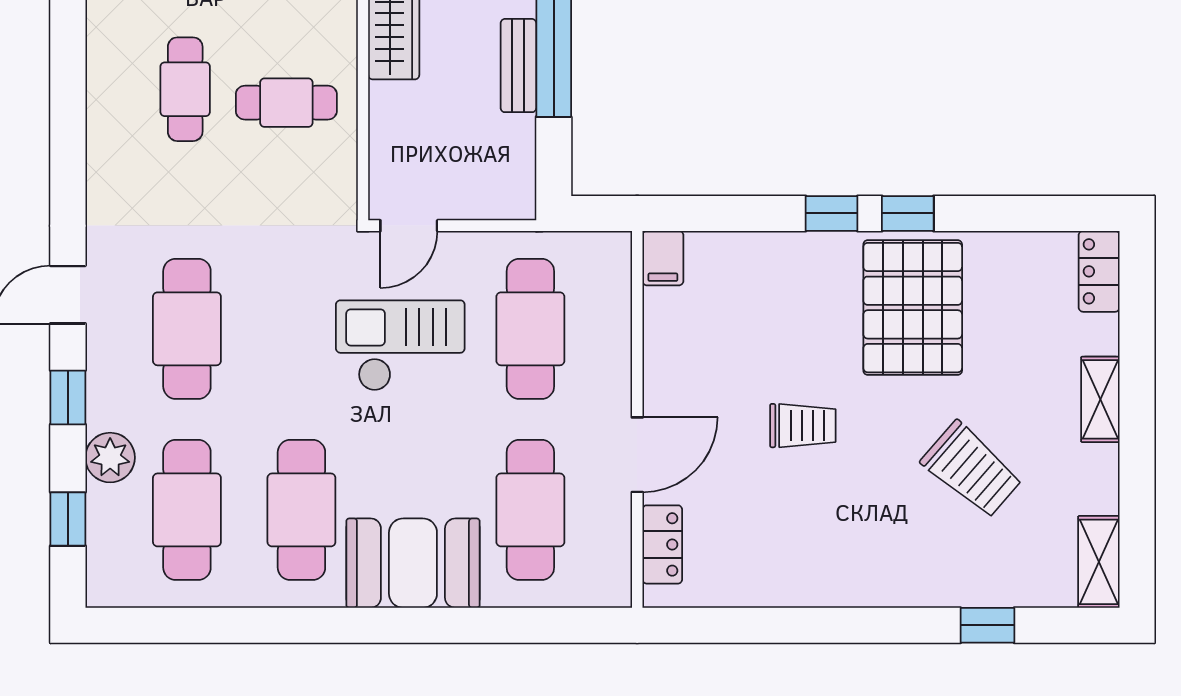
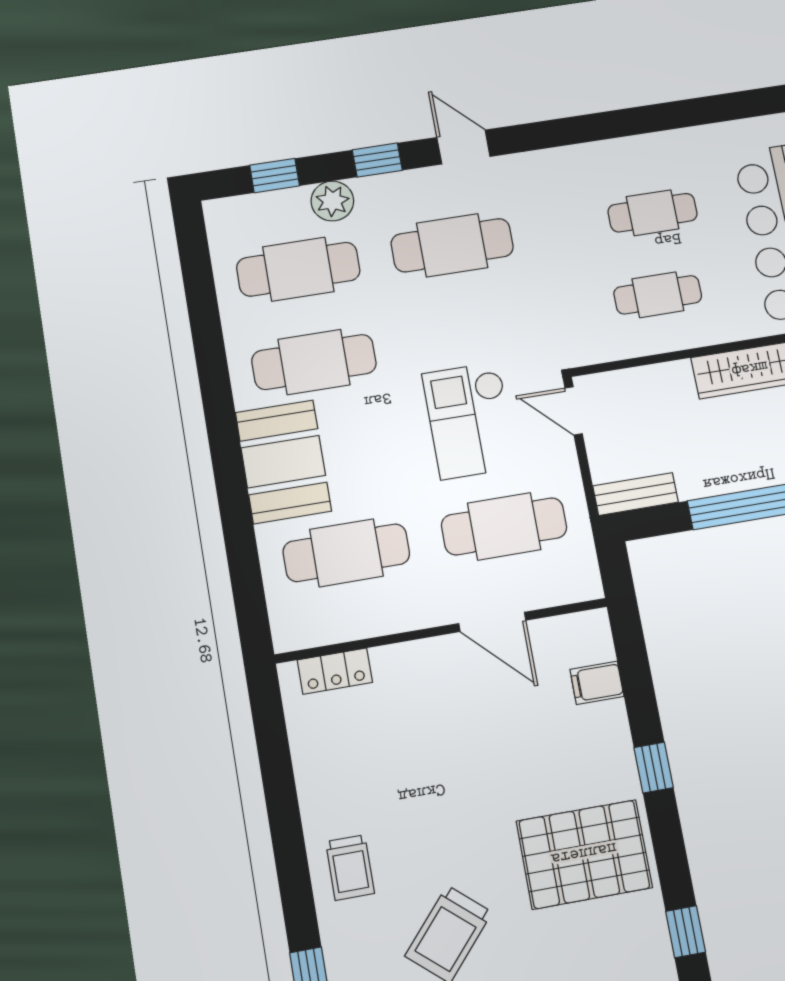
bench: (518, 66) -> (636, 494), moved
cafe table: (286, 103) -> (658, 295), turned 90
window: (908, 213) -> (686, 932), moved
filing cabinet: (663, 258) -> (597, 683), moved
checkout: (400, 346) -> (470, 420), turned 180
trolley: (803, 426) -> (350, 867), moved
door: (637, 455) -> (492, 622), moved

